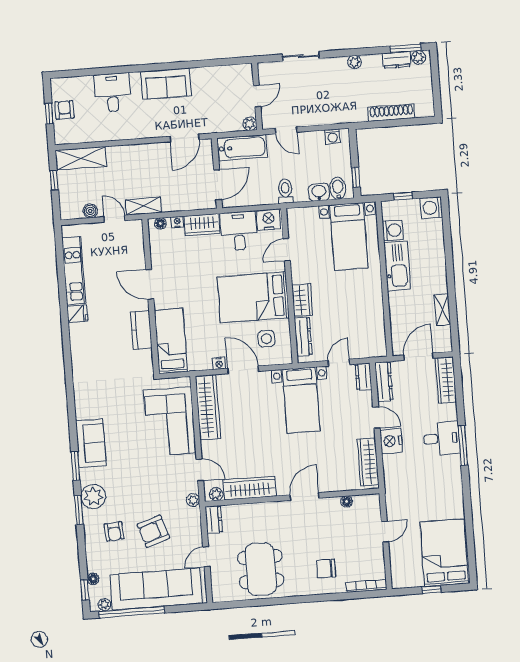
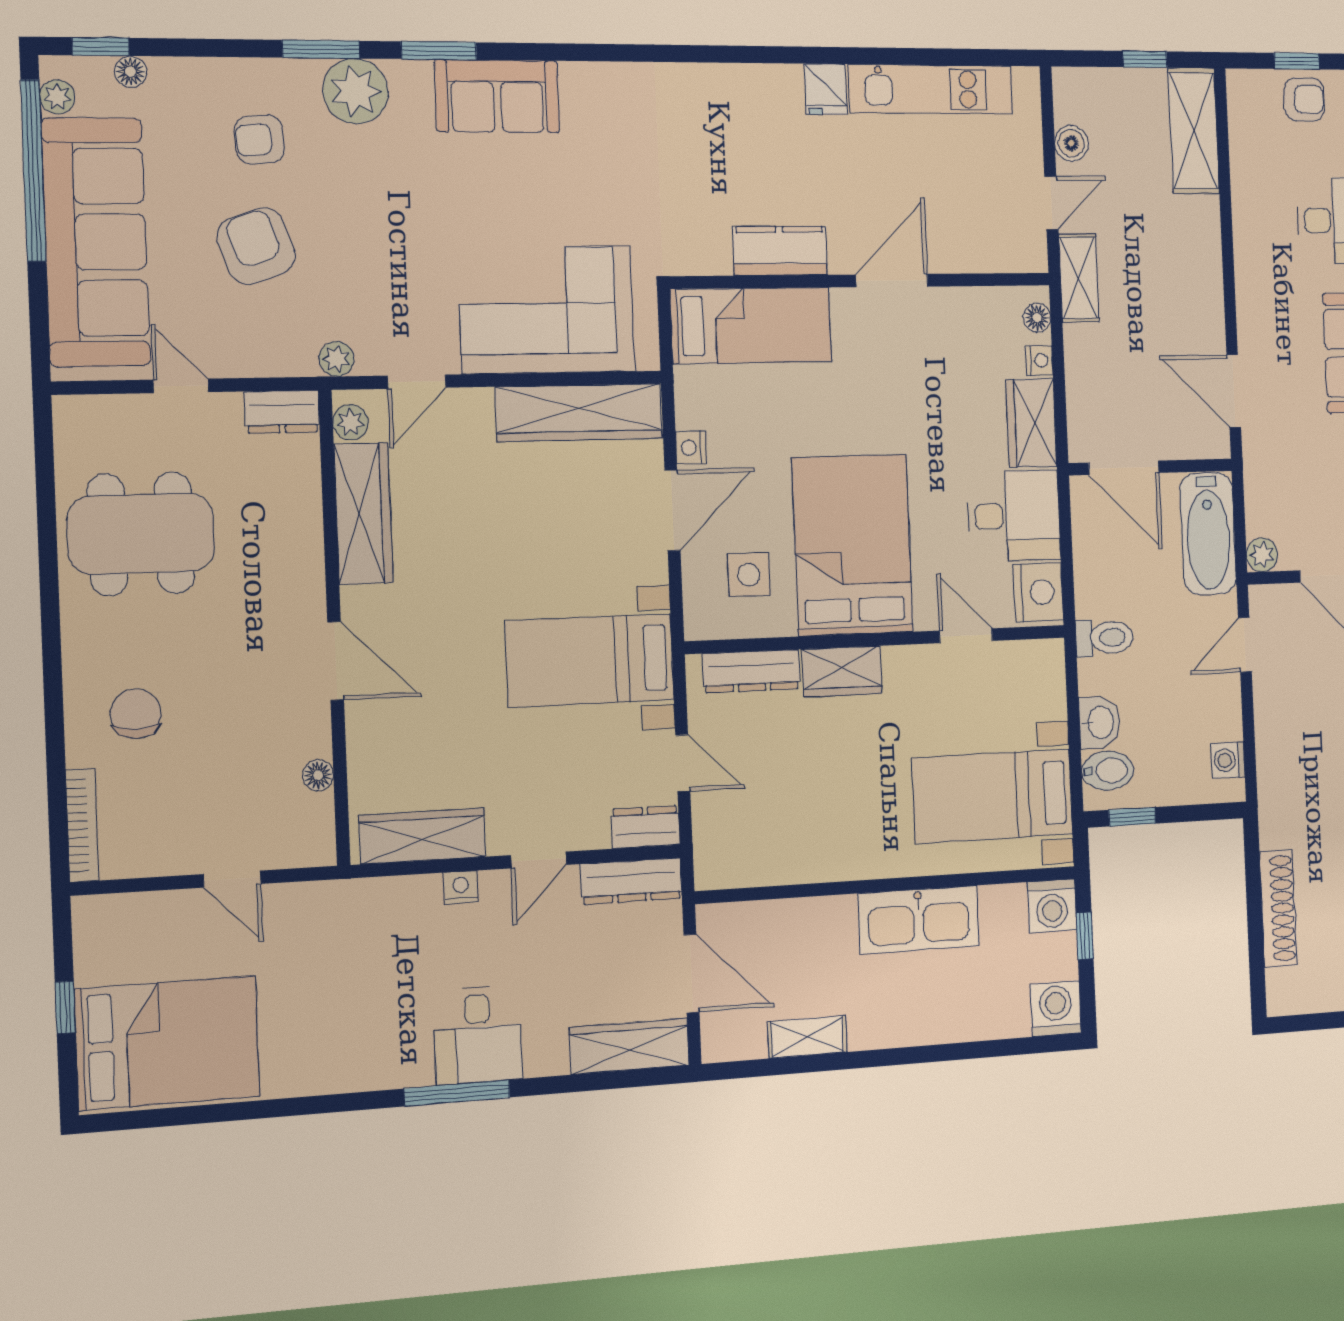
washing machine: (393, 230) -> (1052, 906), moved
nightstand: (391, 441) -> (461, 887), width x0.53, depth x0.56

